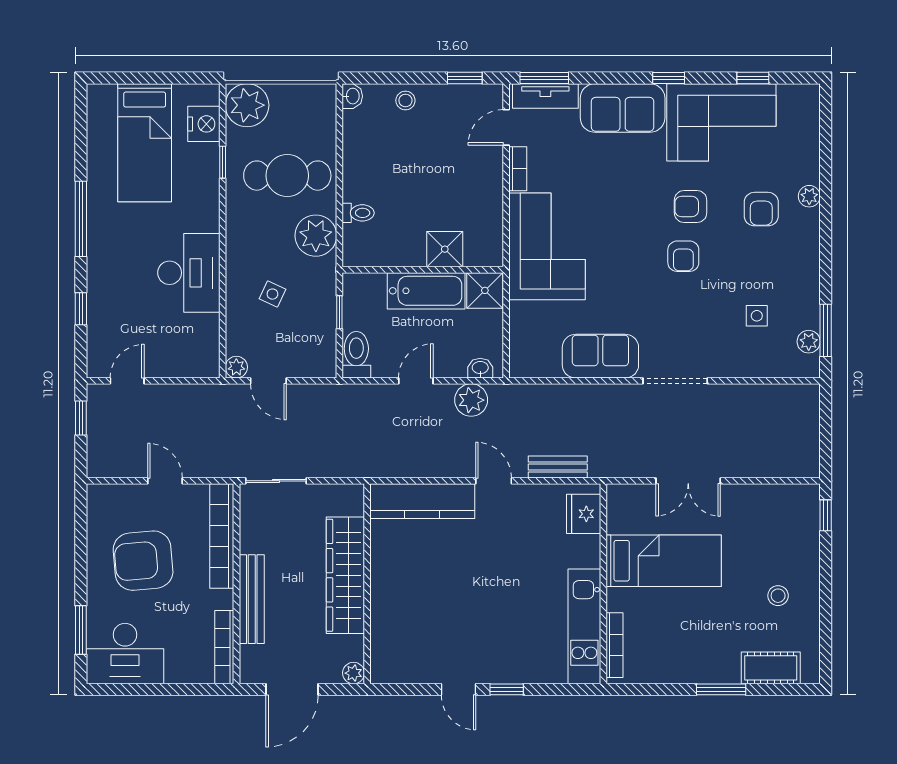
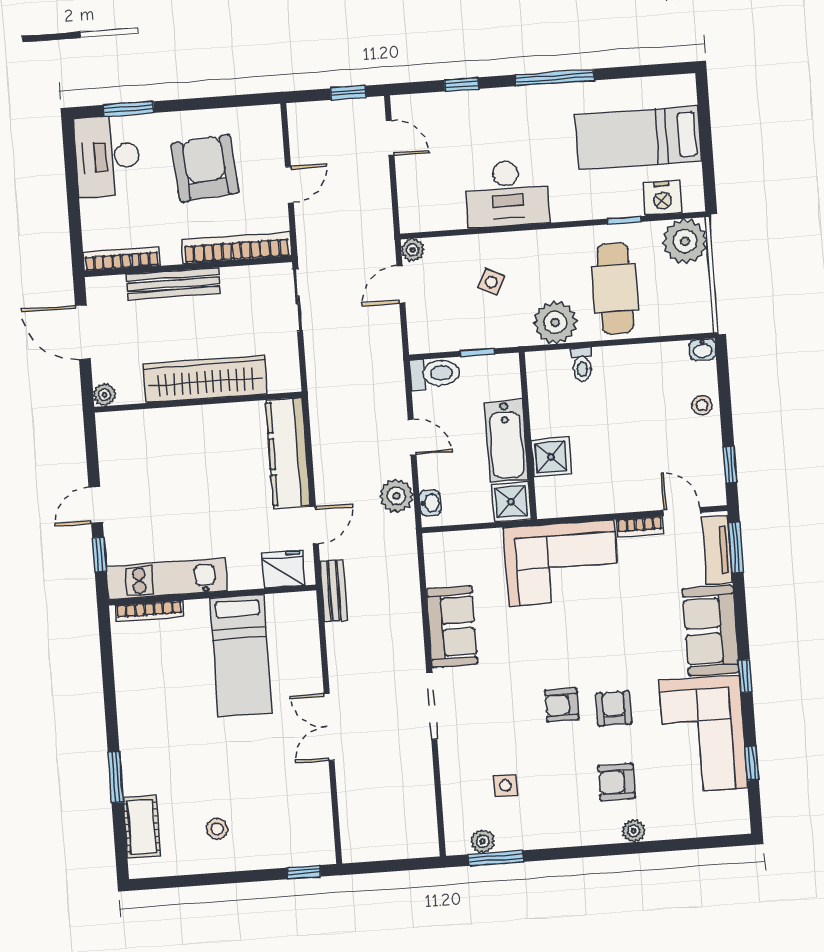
fridge: (584, 514) -> (283, 569), moved
bed: (664, 561) -> (241, 656), moved
wall: (603, 584) -> (212, 595), moved
kitchen unit: (584, 626) -> (167, 579), moved
bookcase: (614, 645) -> (150, 611), moved

